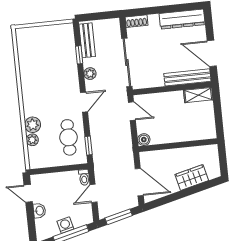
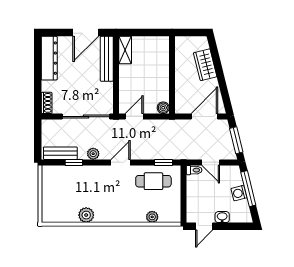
door: (84, 102) -> (121, 162), hinge flipped
plant: (33, 125) -> (86, 215), moved

